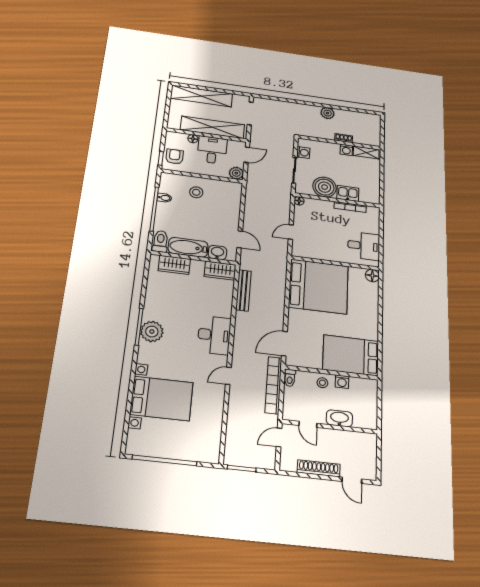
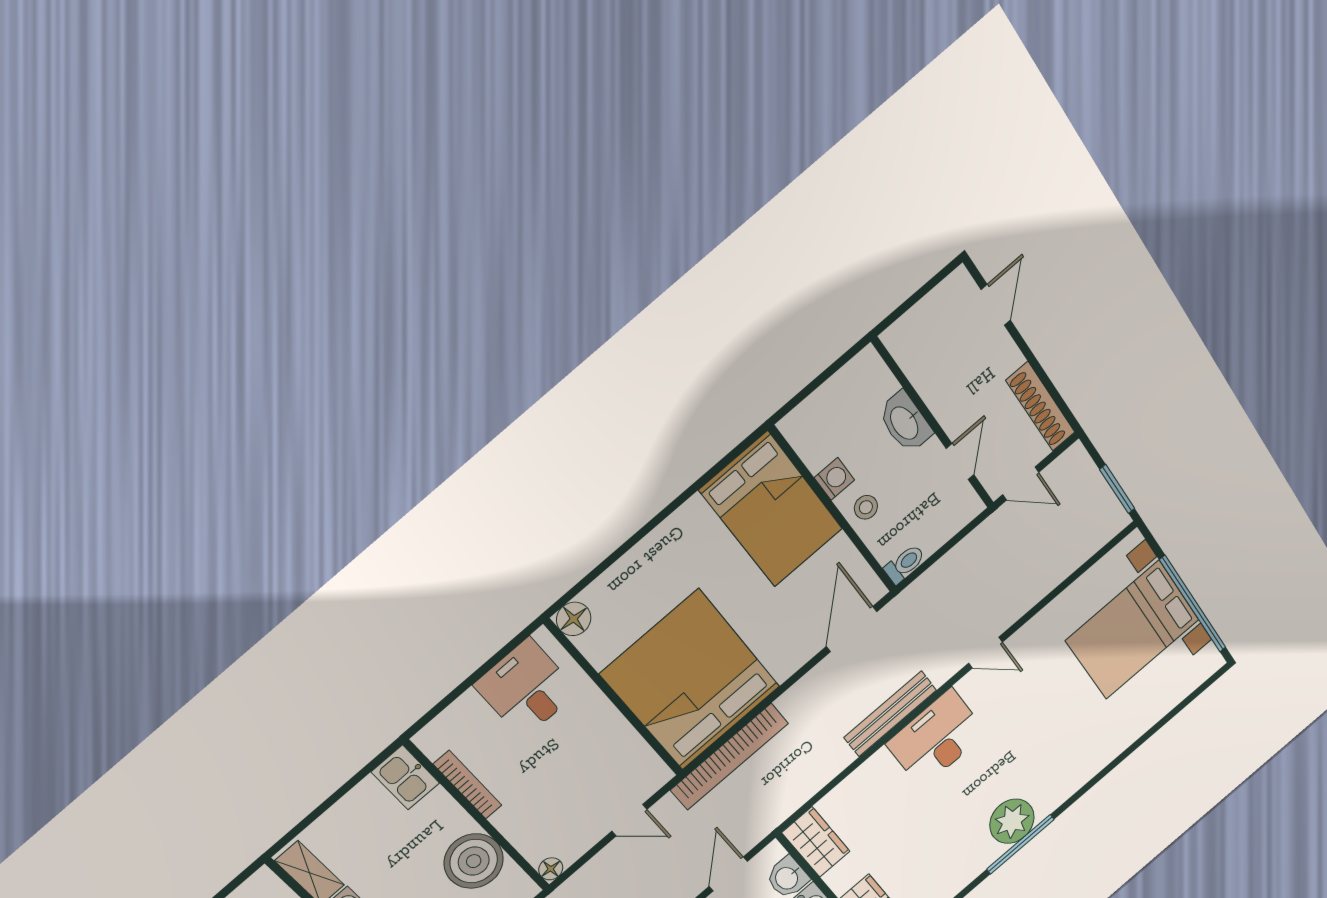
kitchen sink: (348, 193) -> (405, 778), moved
bench: (243, 290) -> (890, 714), moved
door: (284, 344) -> (852, 629), swing flipped
bookcase: (274, 385) -> (729, 757), moved
bed with nightstands: (162, 398) -> (1132, 630), moved, turned -90
shoe rack: (319, 468) -> (1041, 406), moved

